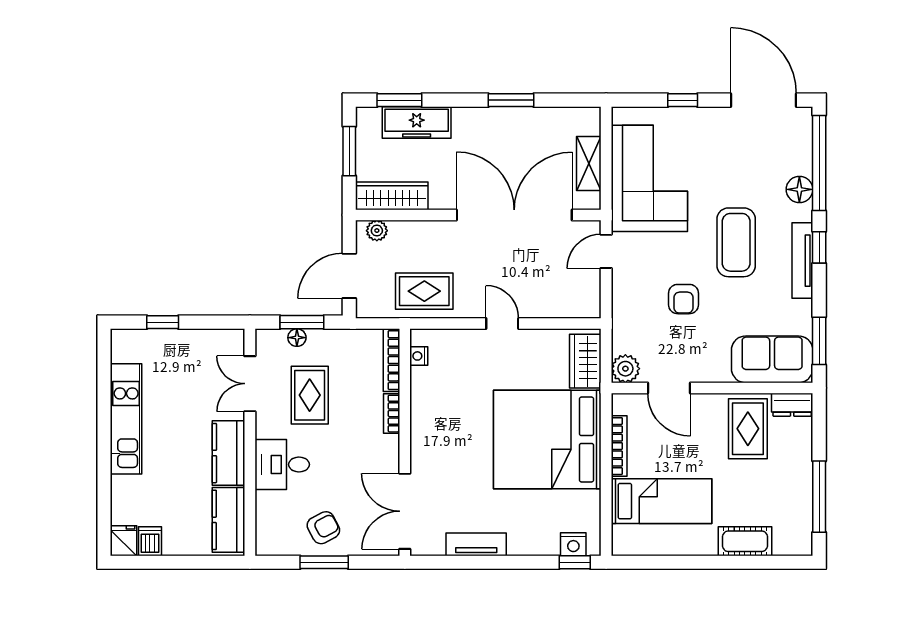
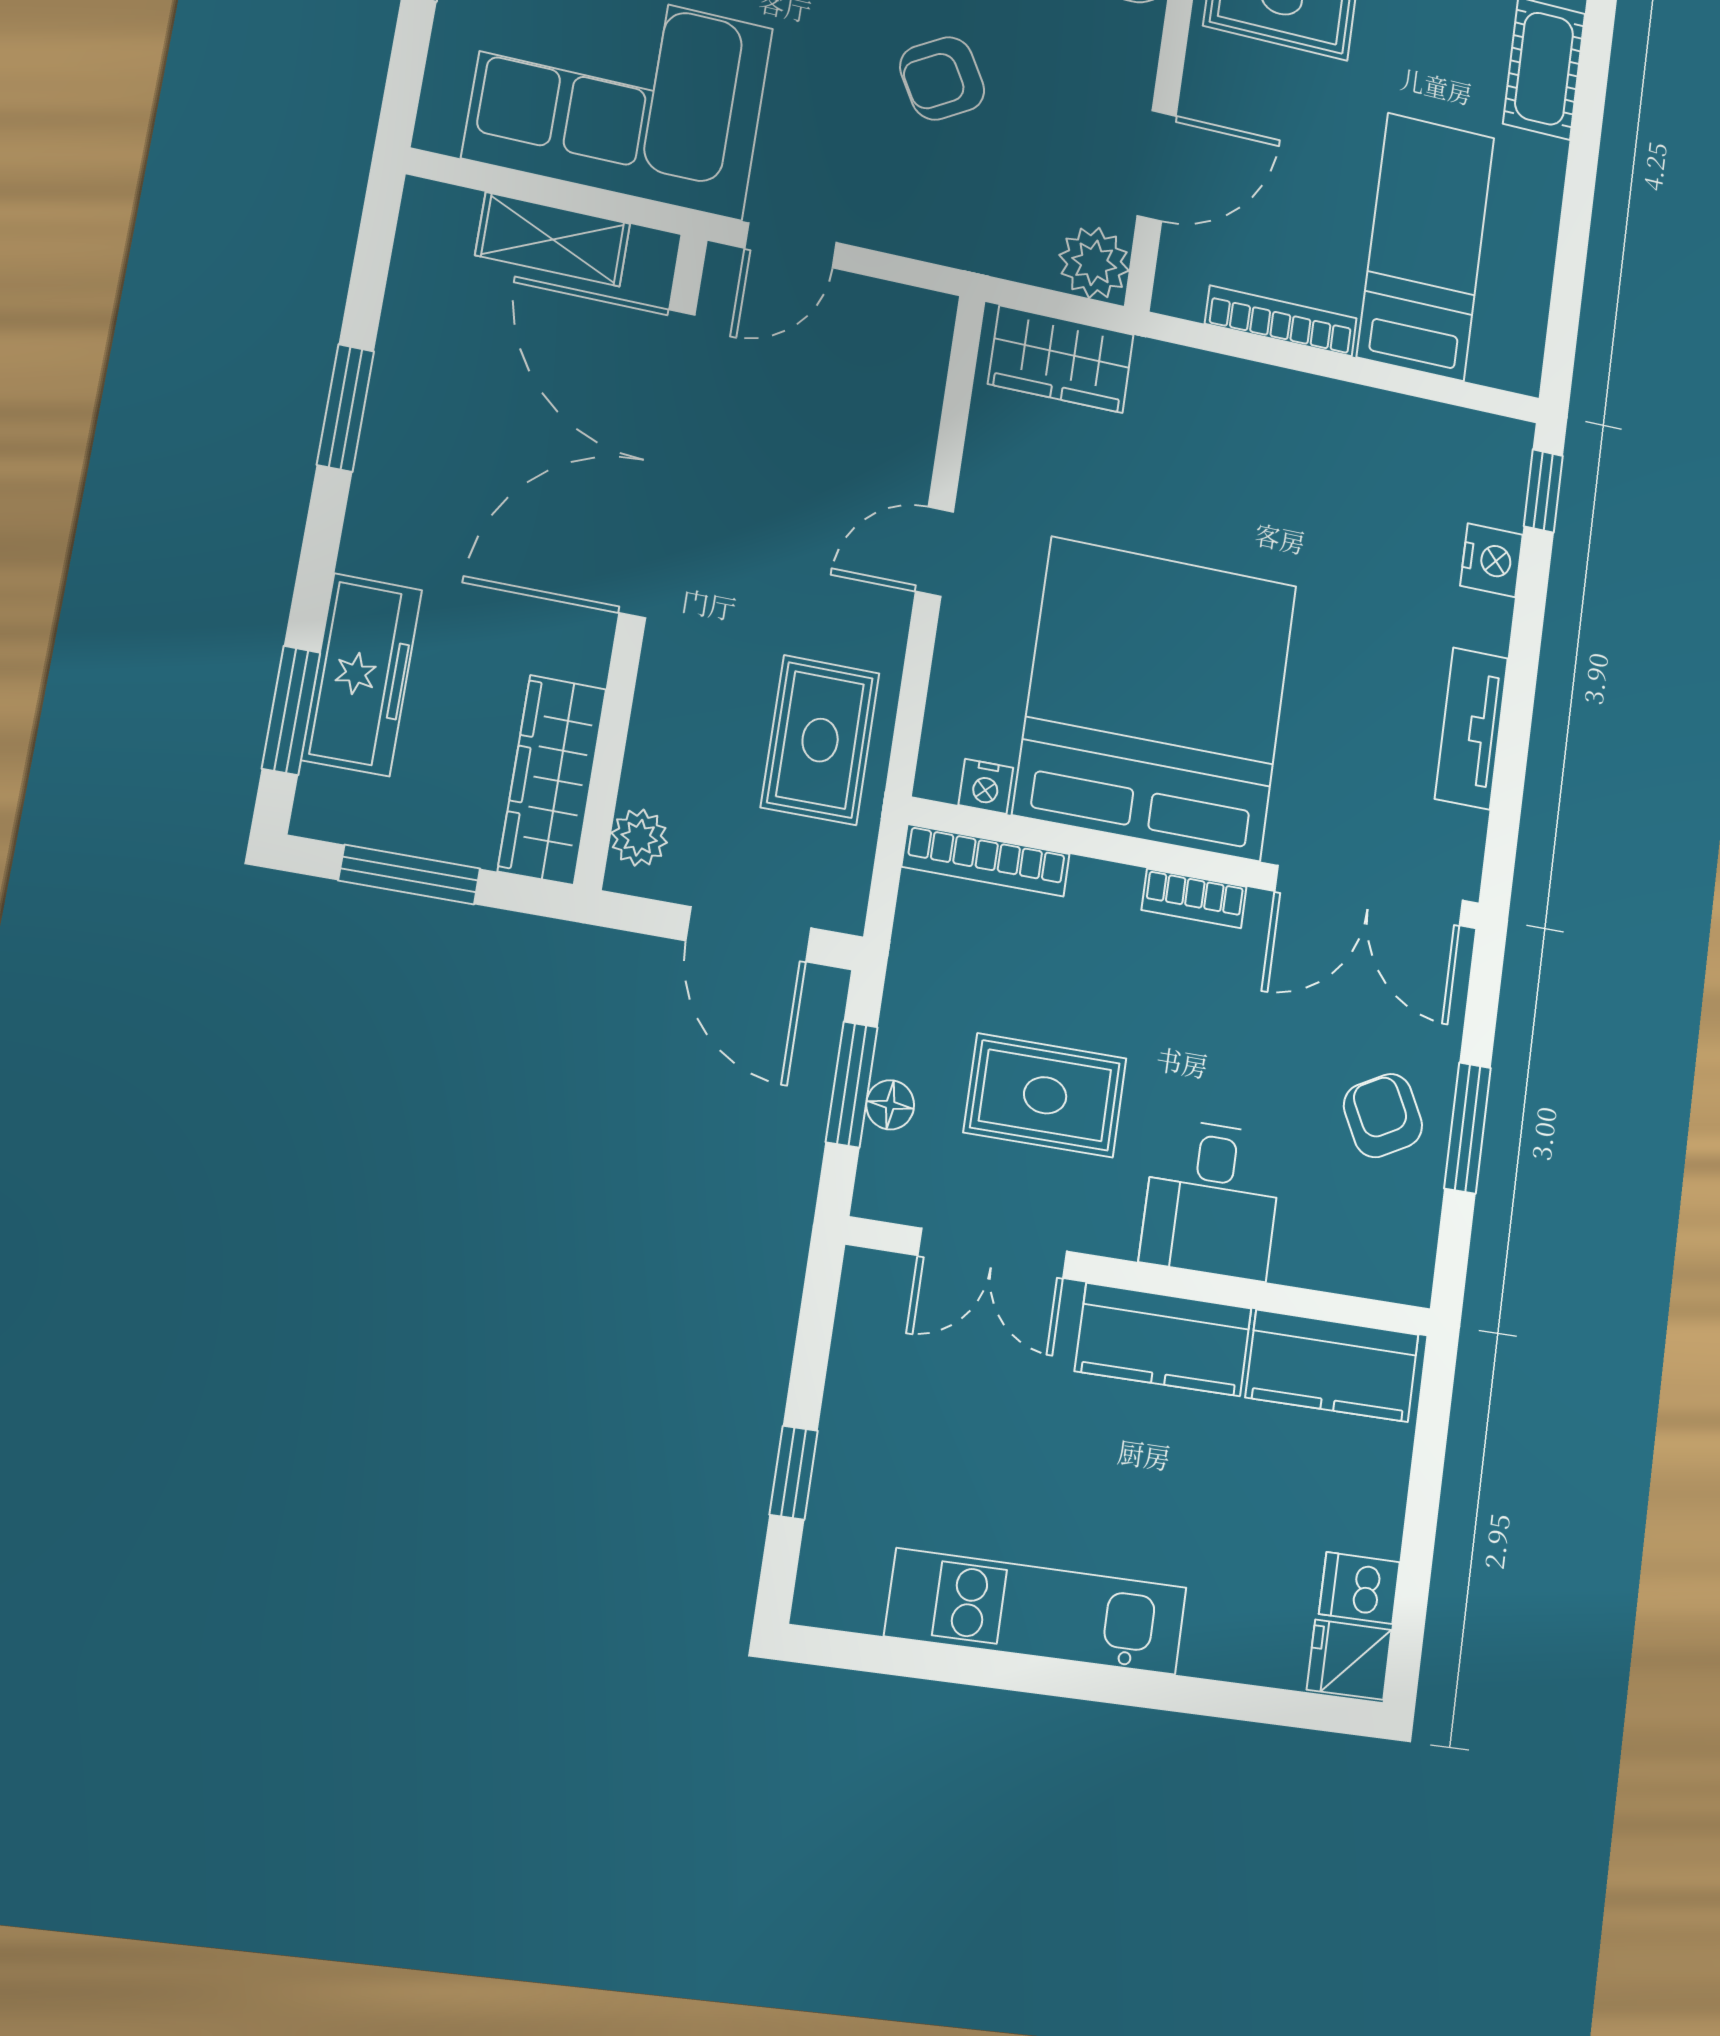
door: (606, 251) -> (791, 245), hinge flipped
armchair: (683, 299) -> (942, 78), turned 150
bookcase: (392, 414) -> (1194, 898), moved
bed: (547, 440) -> (1156, 699), moved, turned 180
nightstand: (573, 544) -> (1491, 560), moved

